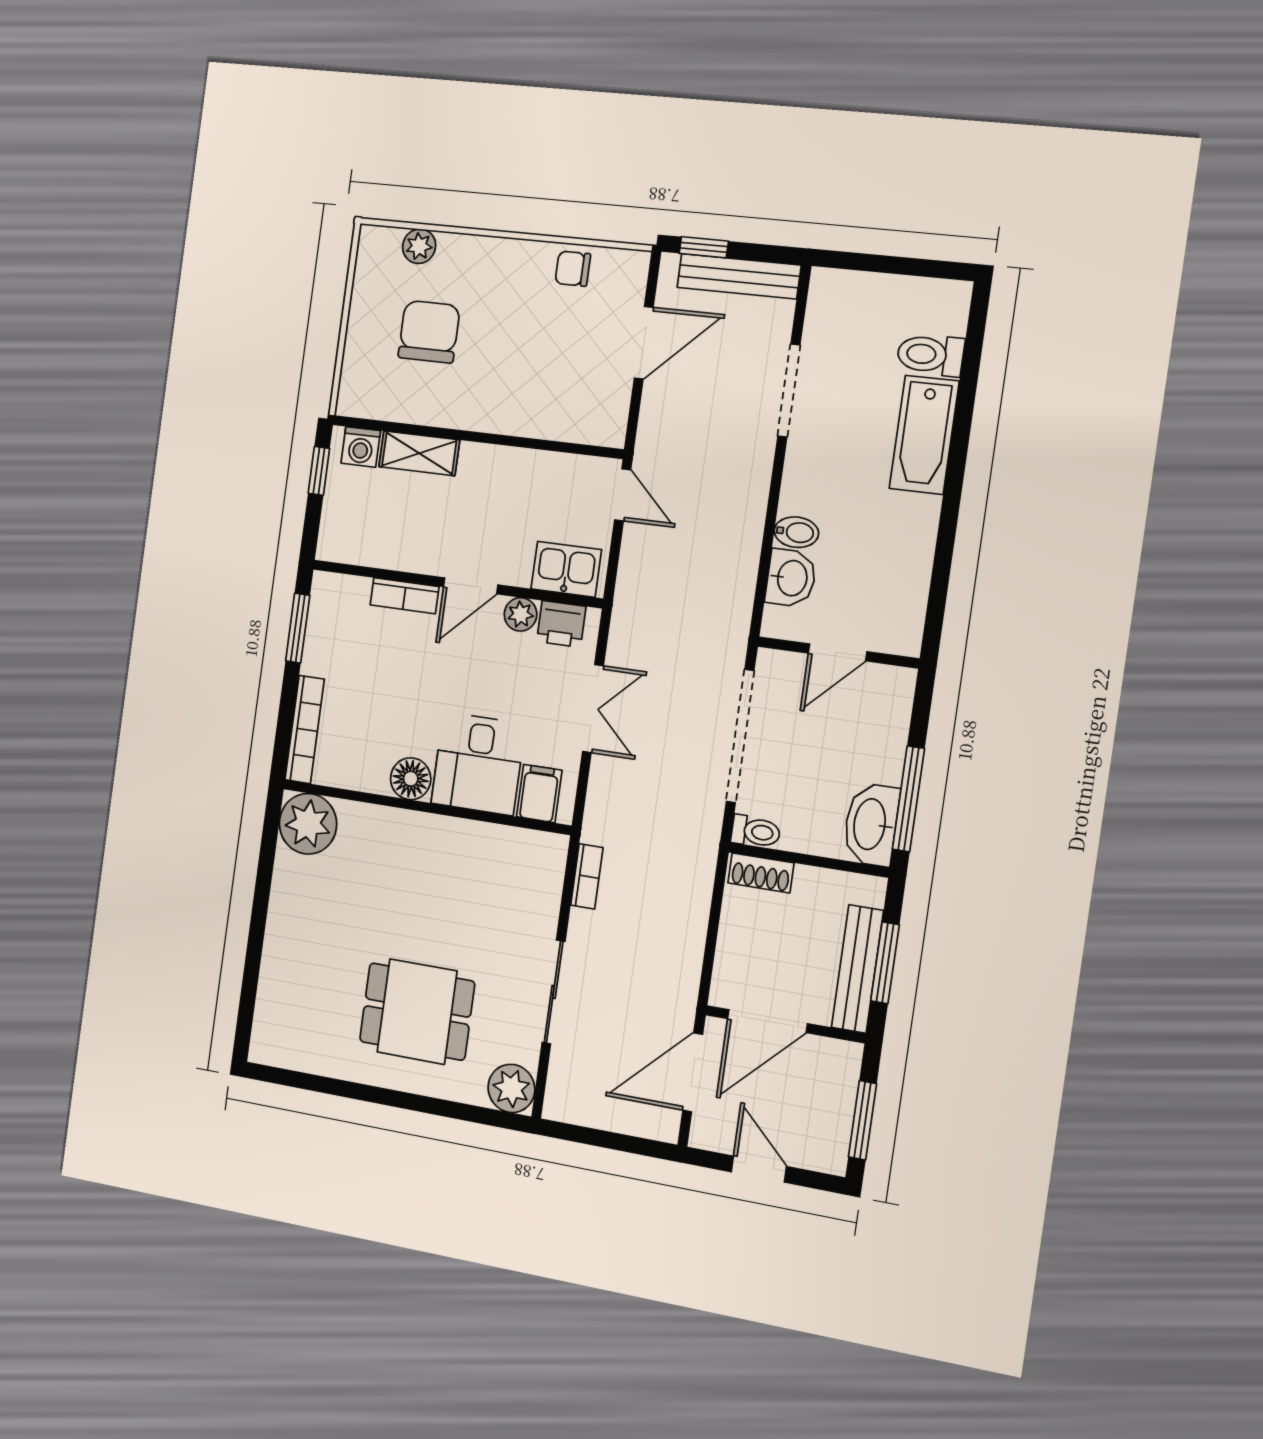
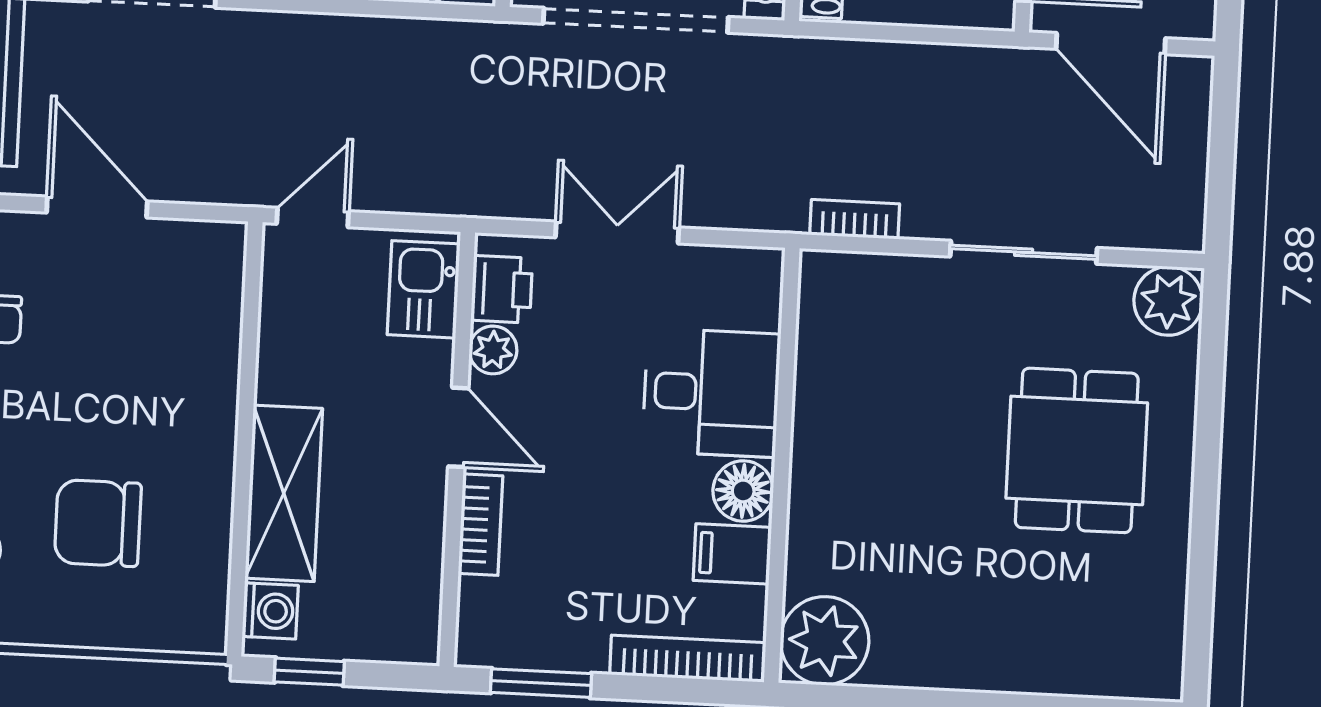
shelving: (419, 453) -> (284, 493), width x1.50, depth x1.33
filing cabinet: (539, 794) -> (732, 554), moved

